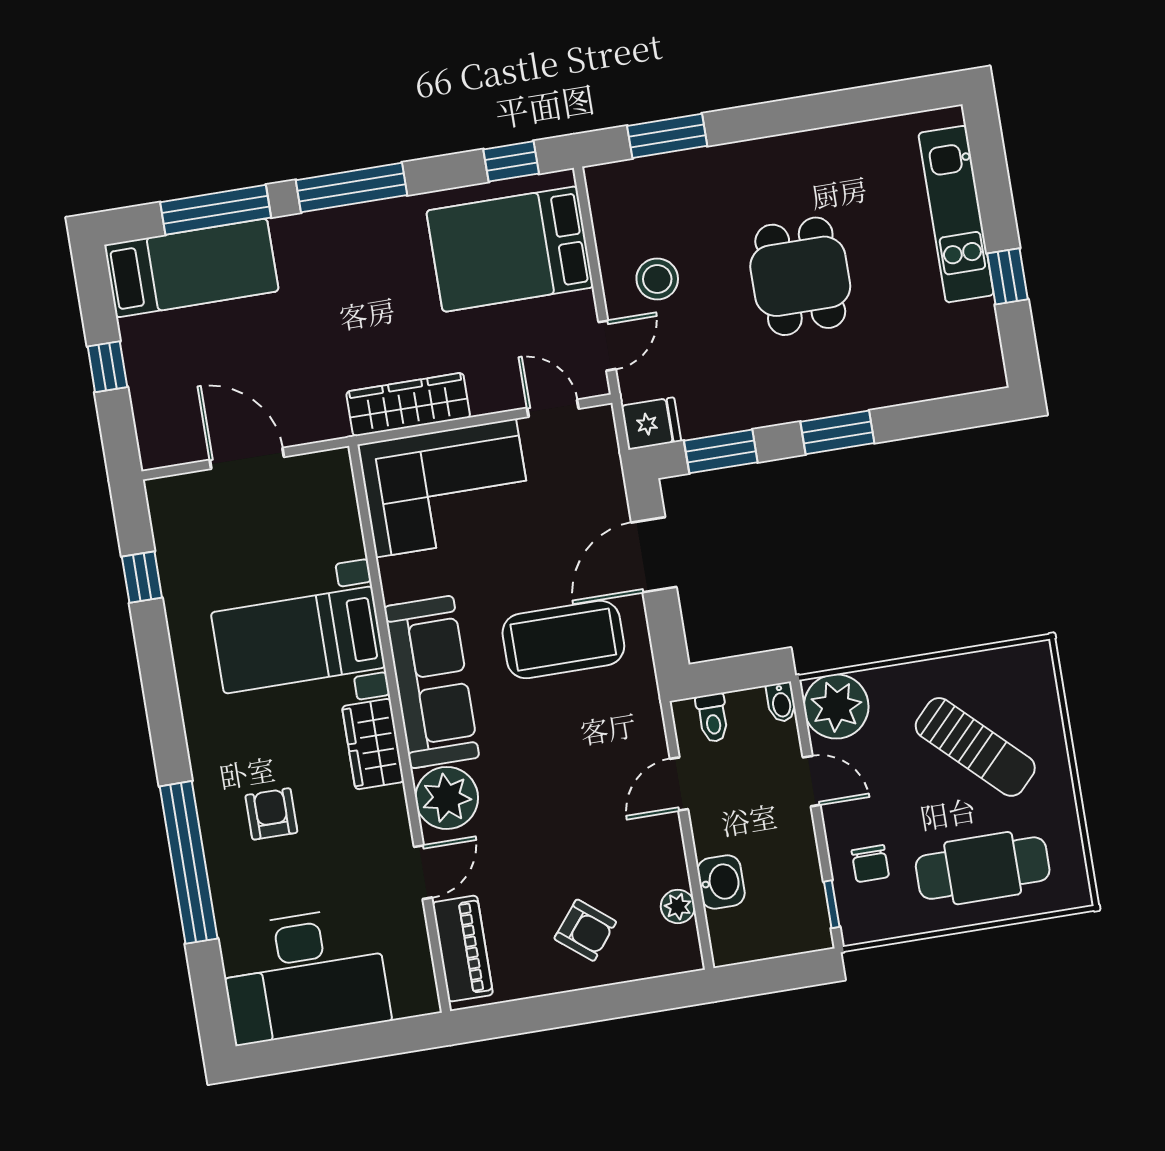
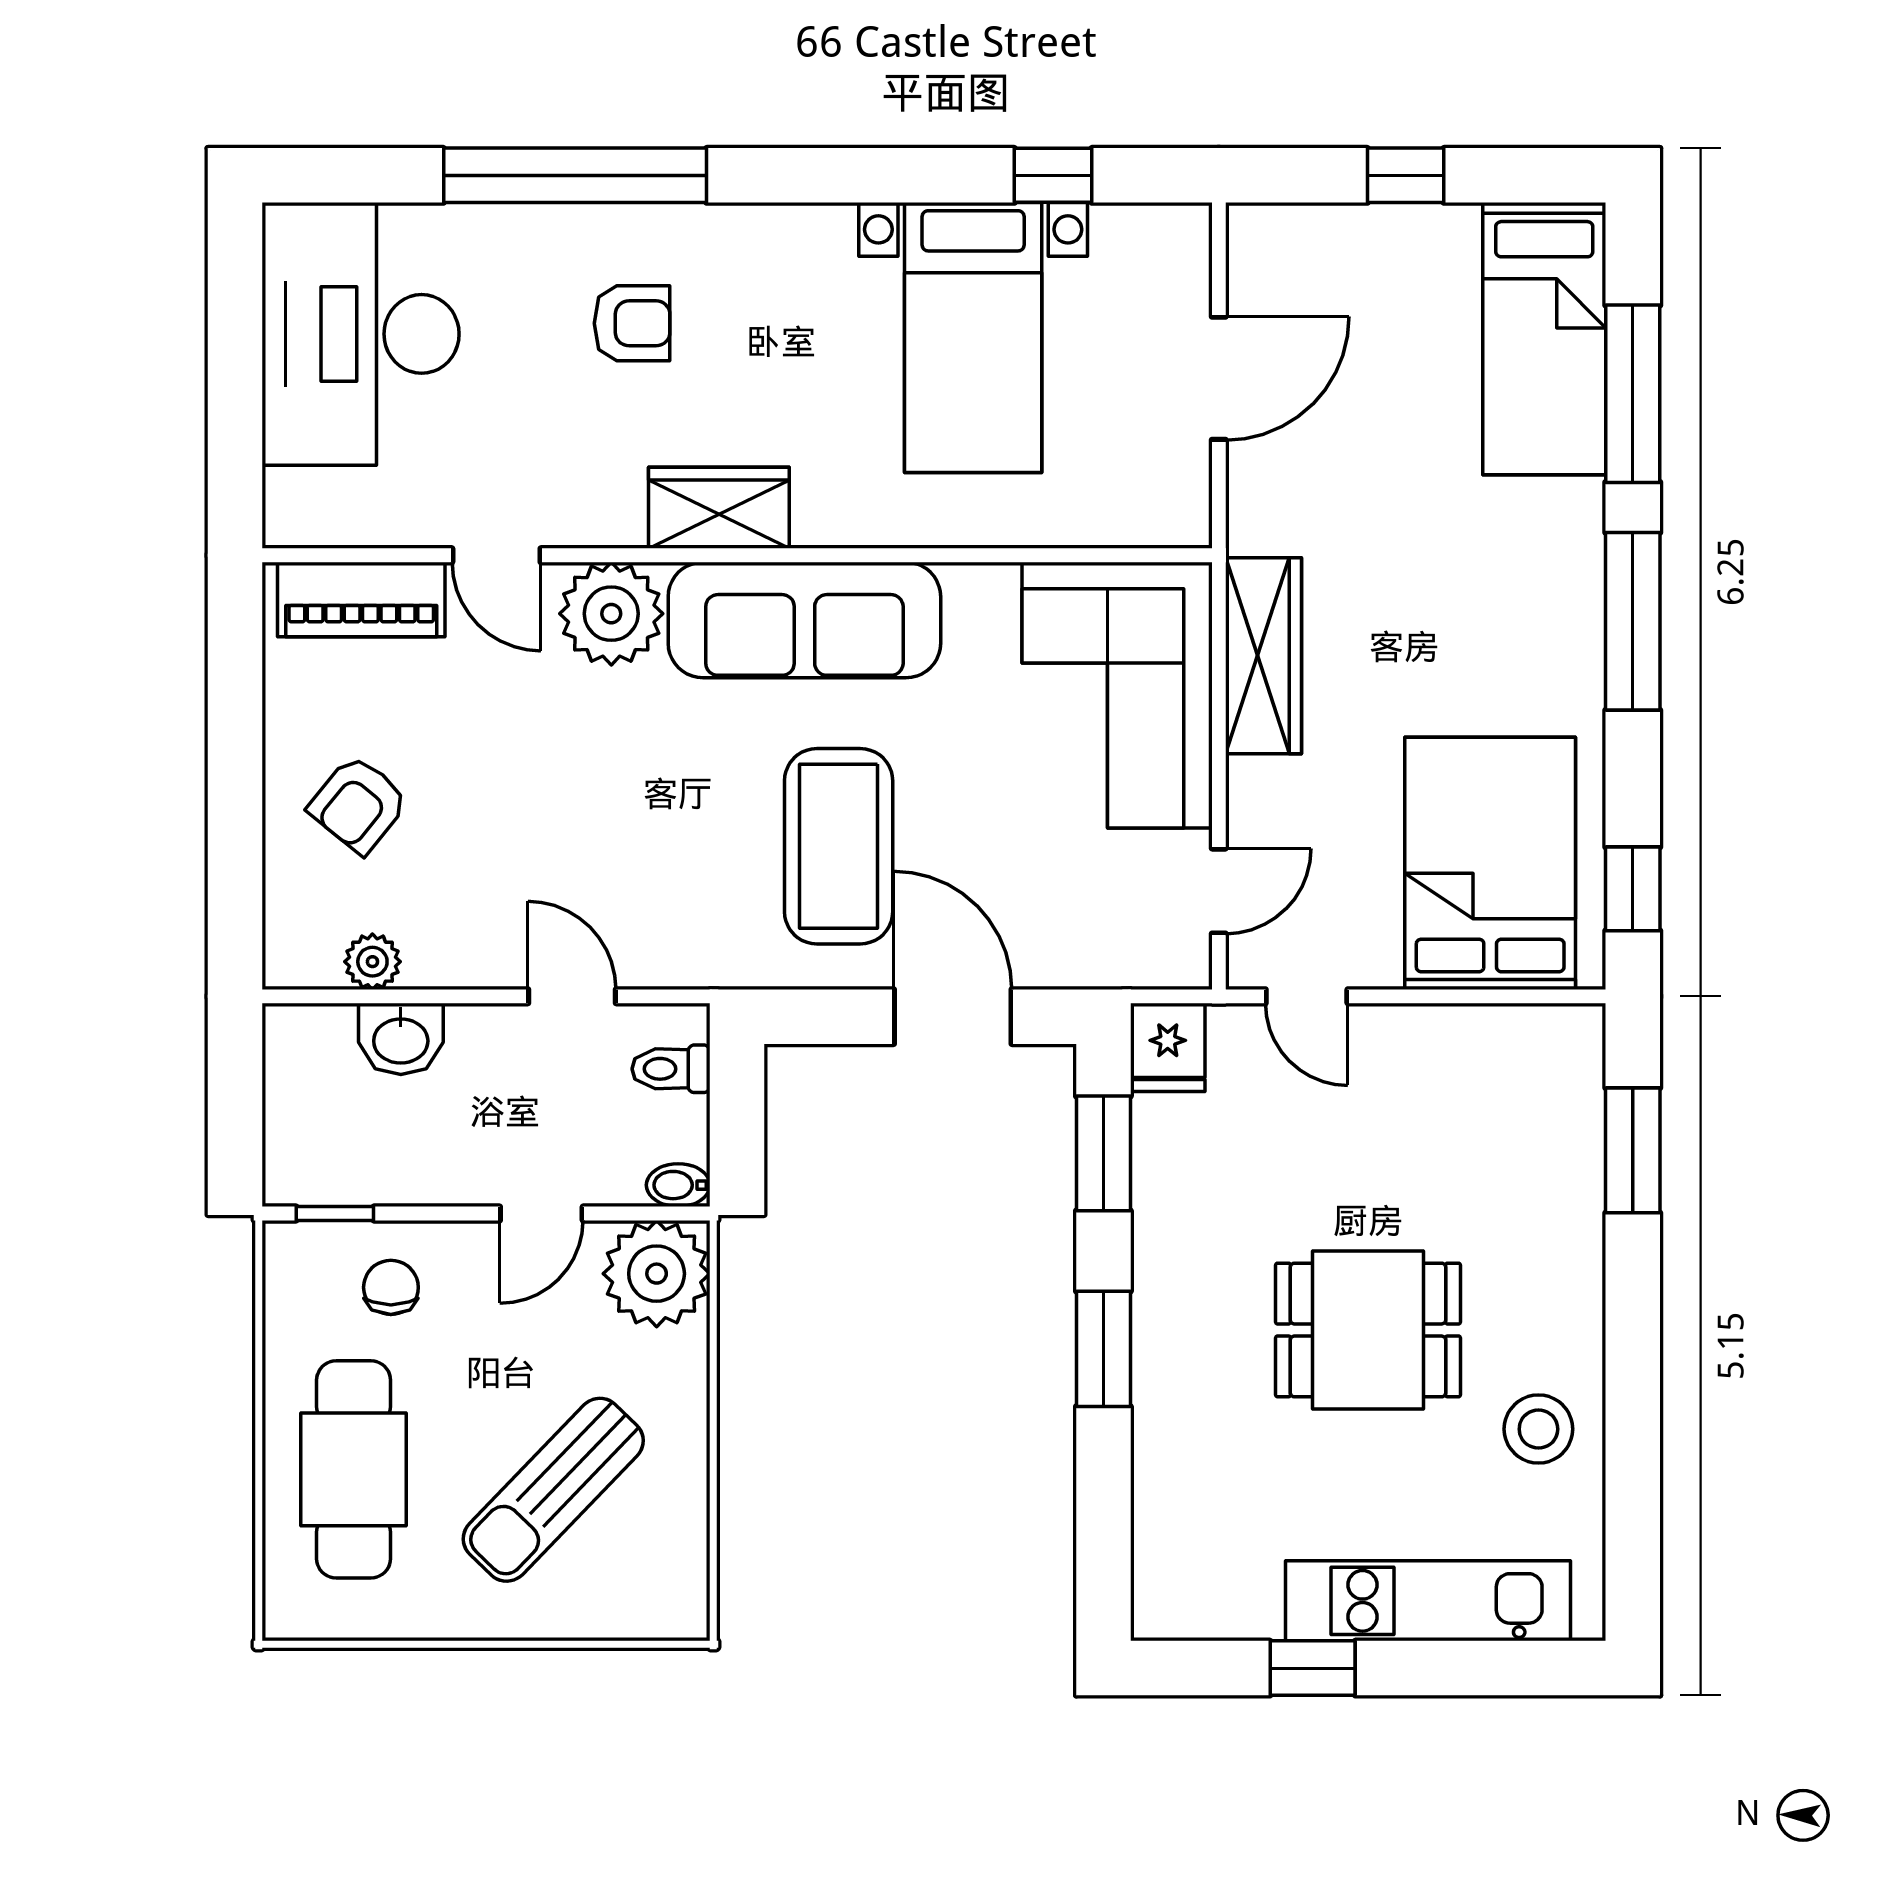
stool: (657, 279) -> (1538, 1429), moved
bed with nightstands: (298, 640) -> (973, 338), moved, turned 180
chair: (870, 864) -> (391, 1287), turned 90

